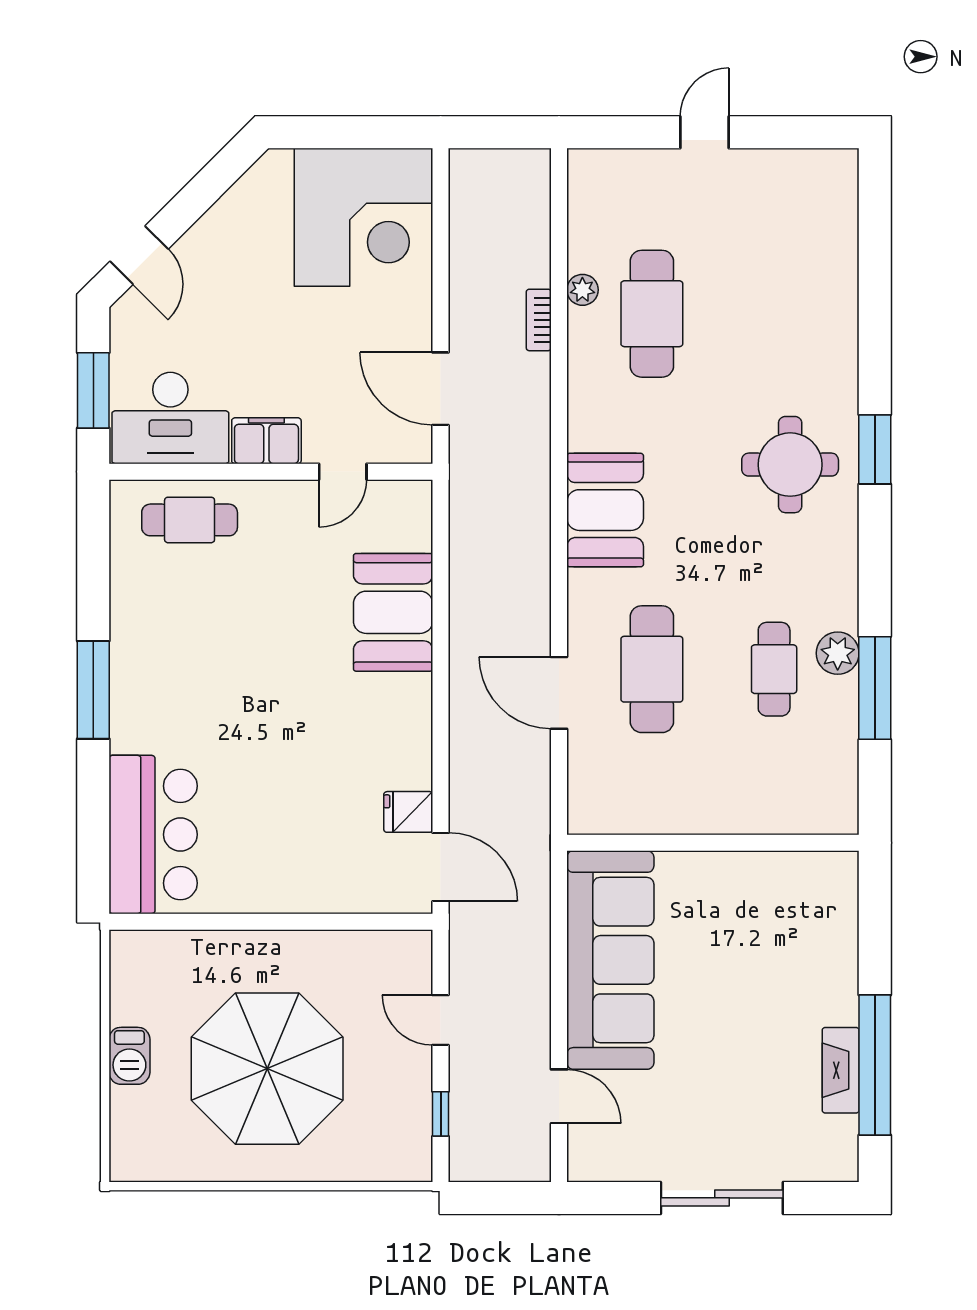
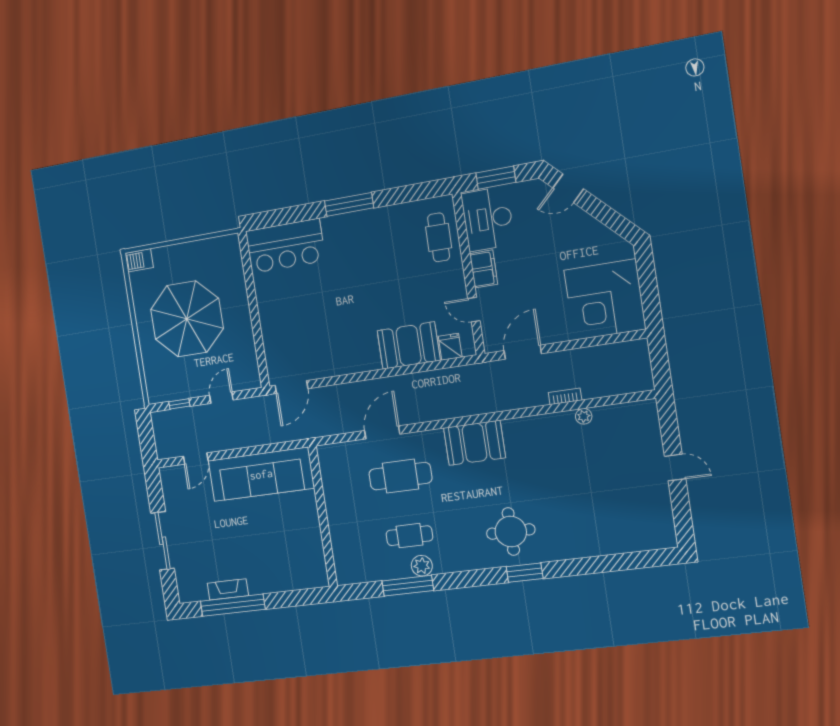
cafe table: (652, 314) -> (577, 453), removed
fridge: (408, 812) -> (450, 347), moved
barbecue: (129, 1056) -> (139, 260), moved

